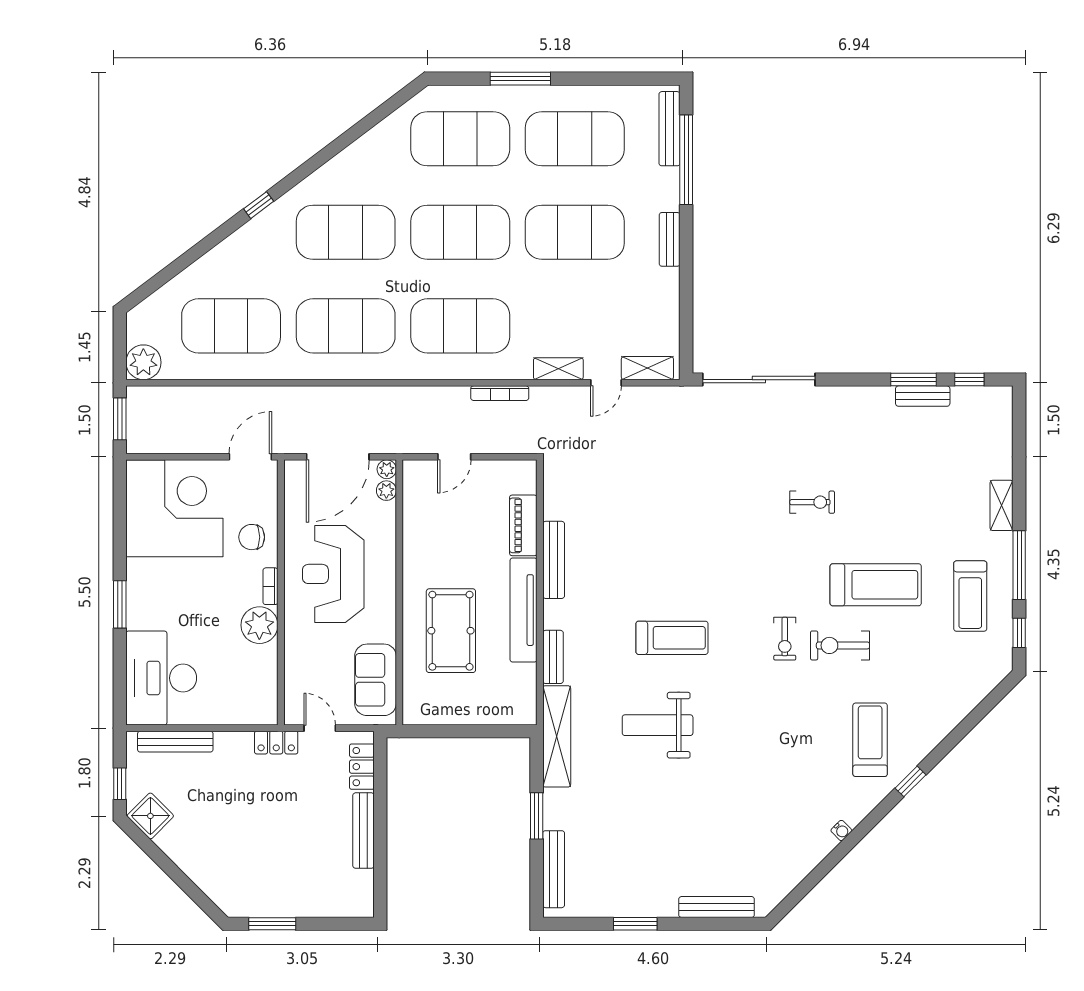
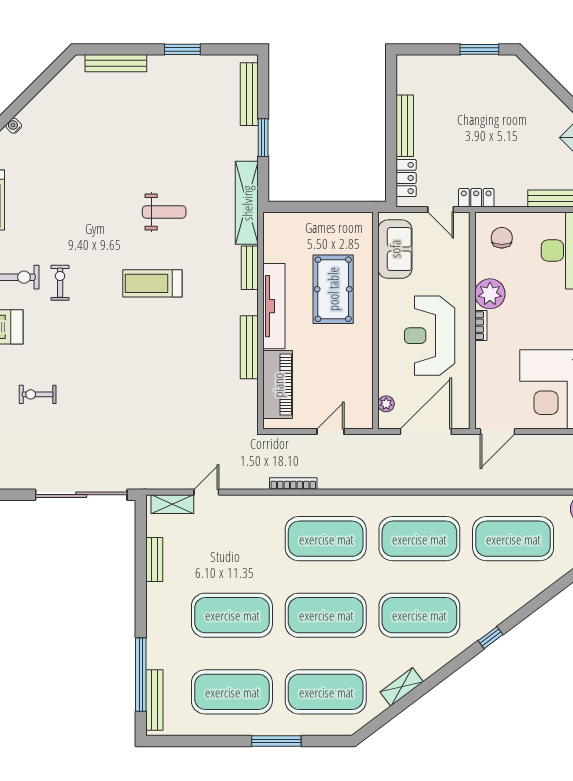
bench: (670, 239) -> (154, 559), moved
shelving: (558, 369) -> (402, 687), moved, turned -37
plant: (387, 469) -> (386, 421), removed
piano: (523, 525) -> (278, 385), width x1.37, depth x1.33
chair: (252, 537) -> (502, 238), moved, turned -90
reception desk: (333, 574) -> (430, 336), turned 180
weight bench: (658, 725) -> (164, 212), width x0.73, depth x0.75

